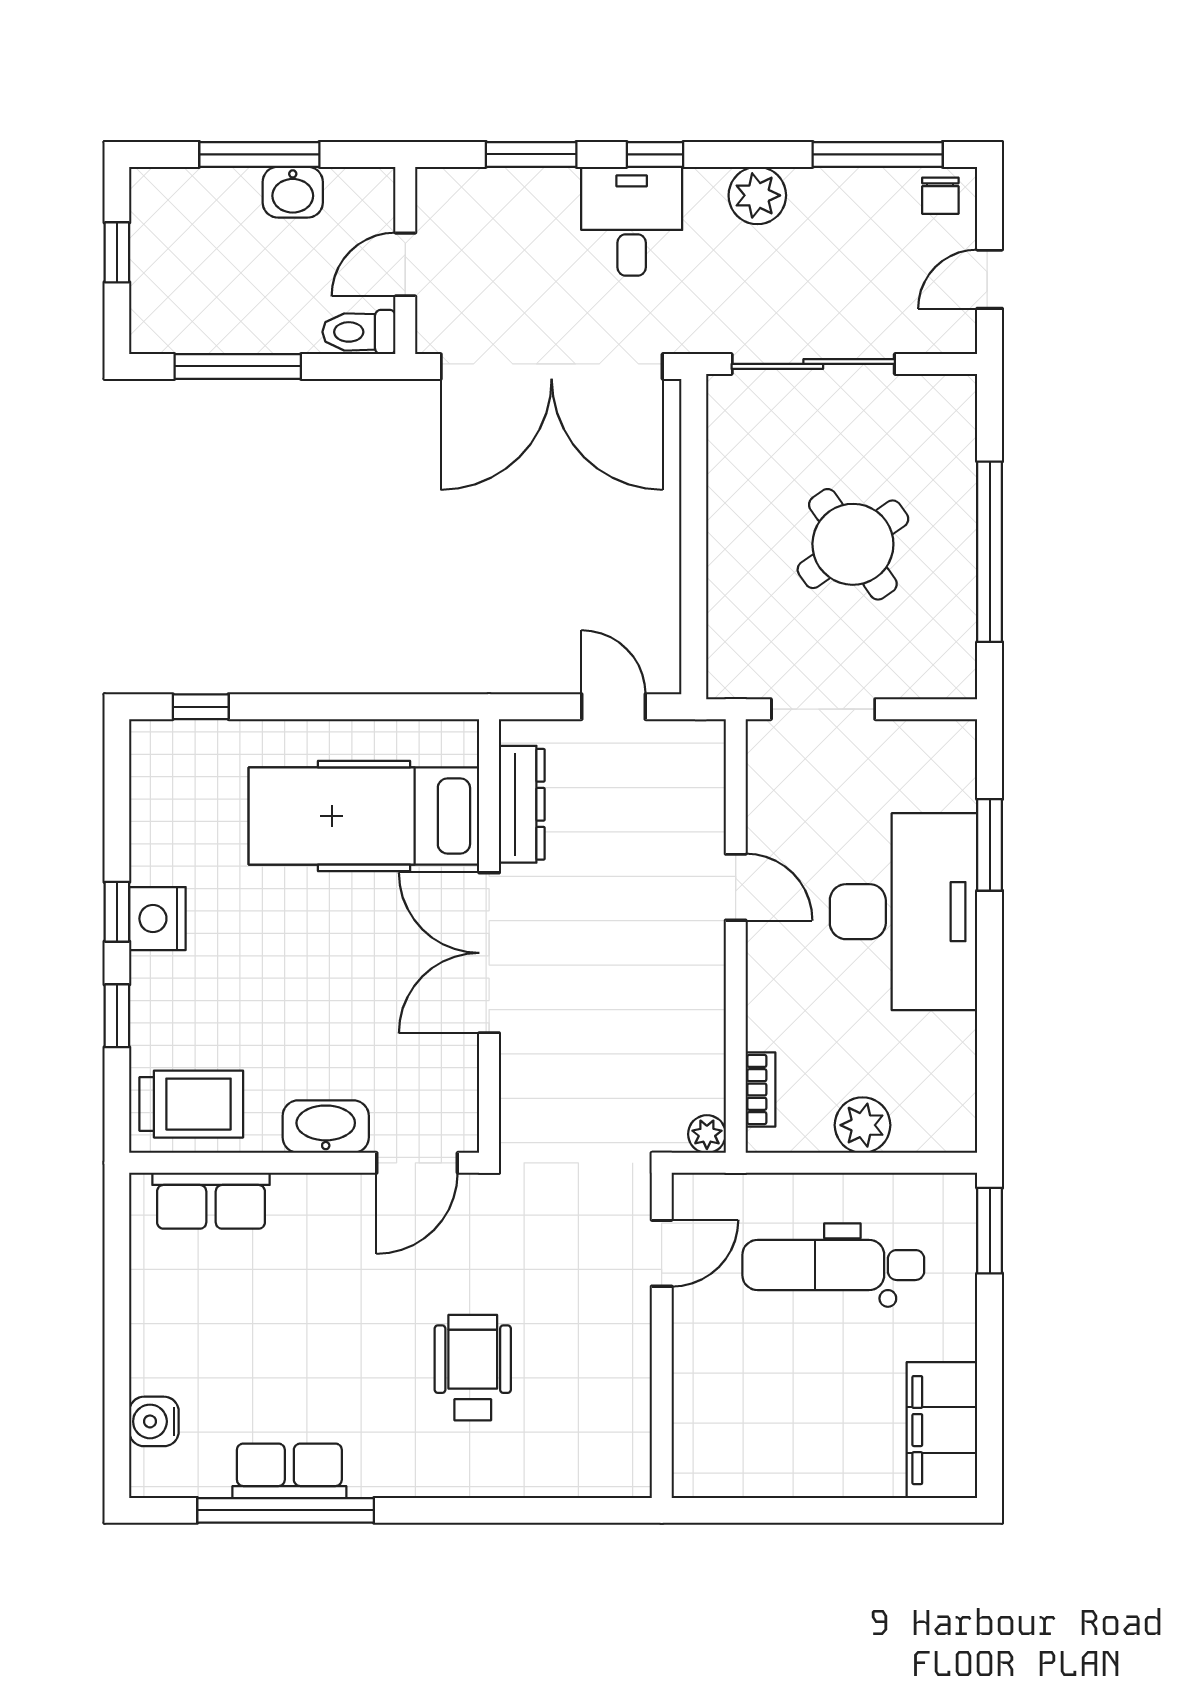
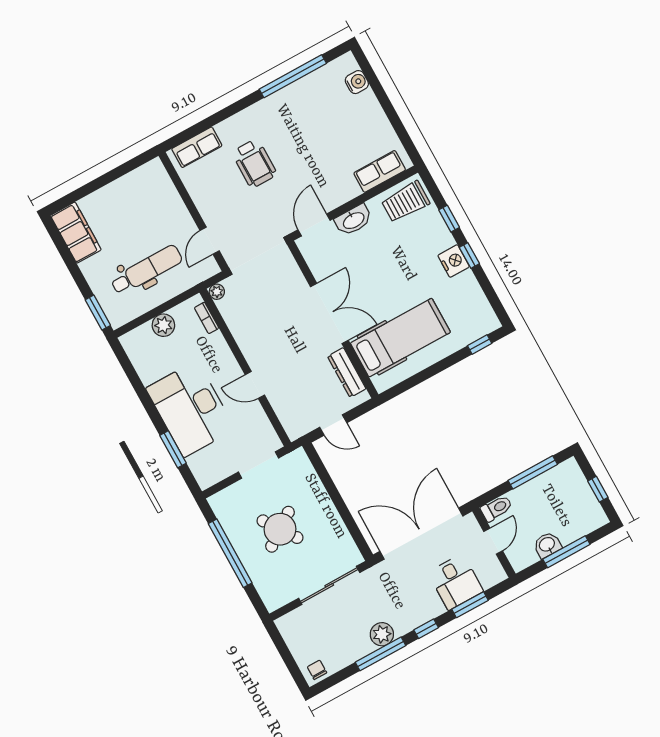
window: (878, 154) -> (381, 654), moved
desk: (632, 221) -> (456, 582), moved
door: (990, 279) -> (283, 650), removed
row of seats: (289, 1471) -> (197, 147), moved

